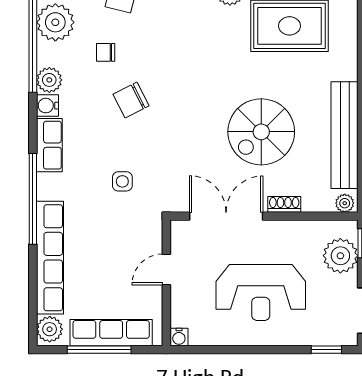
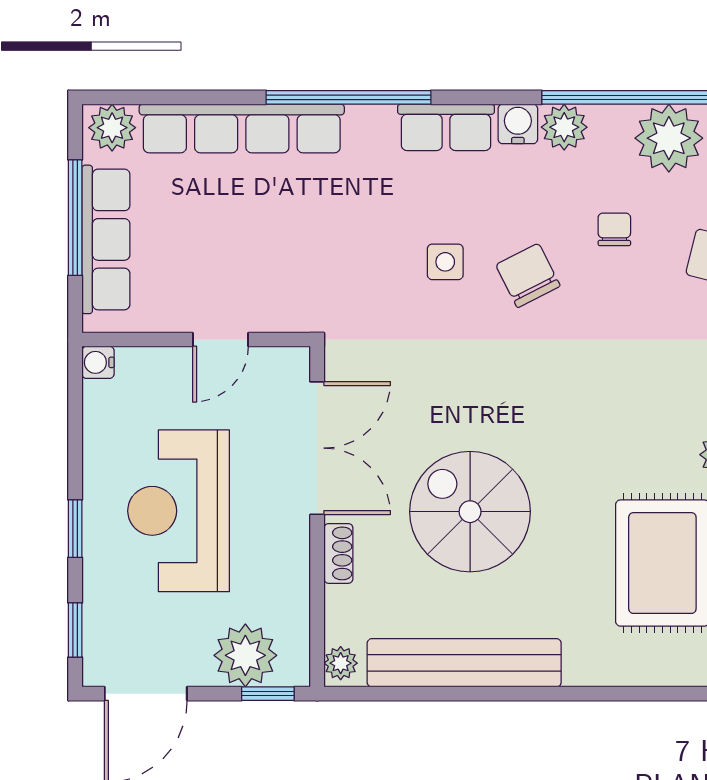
side table: (122, 181) -> (445, 262), moved
door: (166, 269) -> (220, 340), swing flipped
window: (271, 350) -> (75, 529), added

